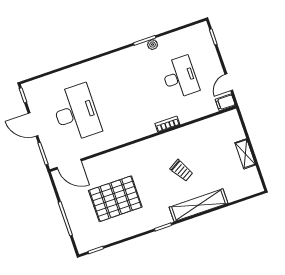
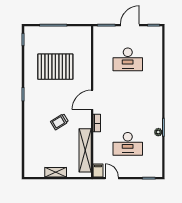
desk: (76, 113) -> (128, 59), width x0.73, depth x0.77
door: (69, 164) -> (92, 100), moved
pallet: (115, 199) -> (55, 67), turned 90
shelving: (199, 205) -> (85, 150), moved

